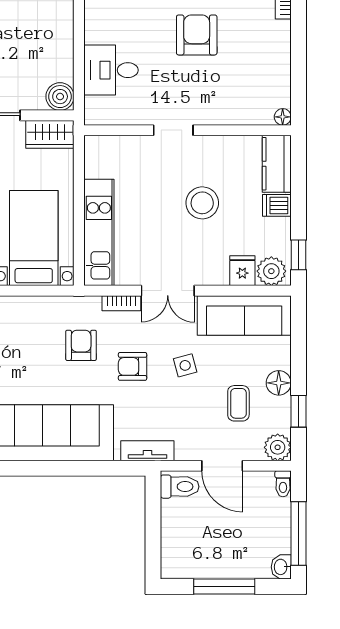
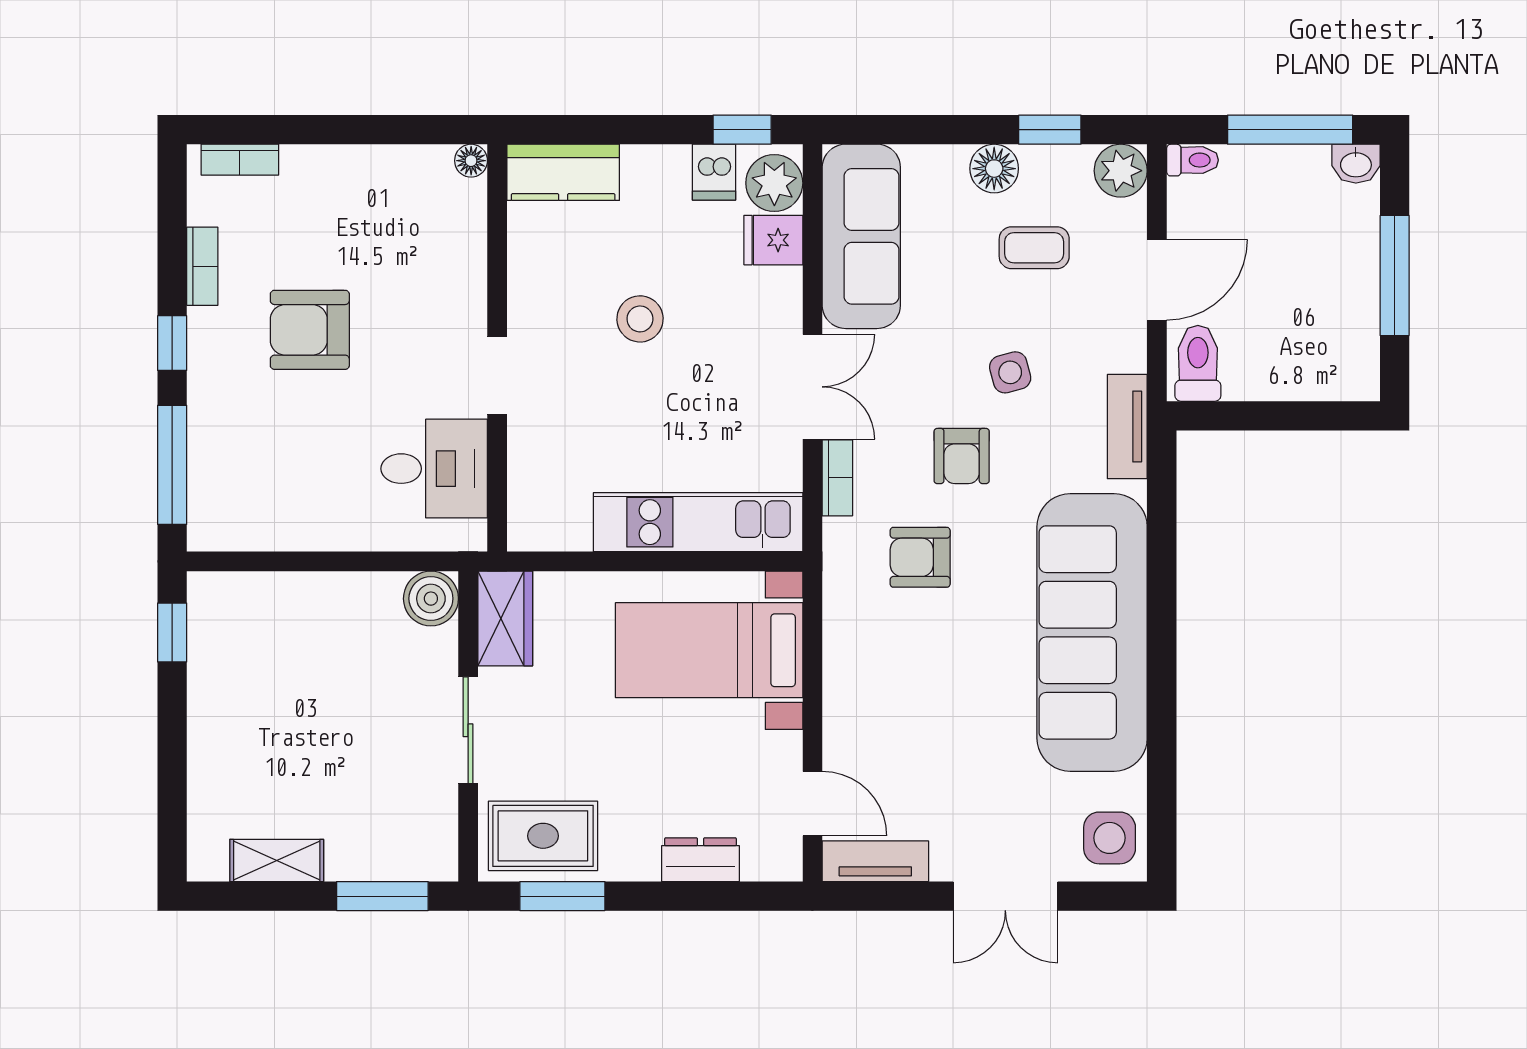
desk: (111, 70) -> (434, 469), moved, turned -90
stool: (202, 203) -> (640, 319), width x0.73, depth x0.73
dishwasher: (277, 205) -> (714, 172), moved
side table: (185, 365) -> (1010, 372), moved

